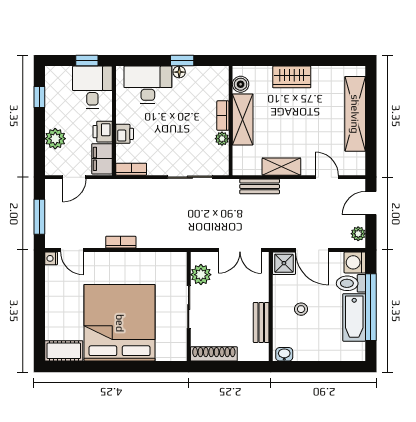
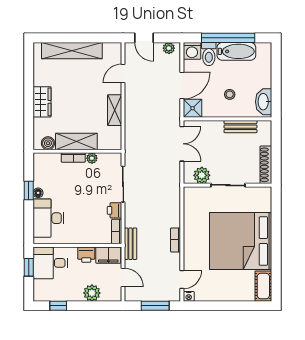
printer: (125, 134) -> (114, 210), moved, turned -90
bench: (260, 186) -> (131, 244), moved
washbasin: (284, 354) -> (264, 102), width x1.91, depth x1.45

